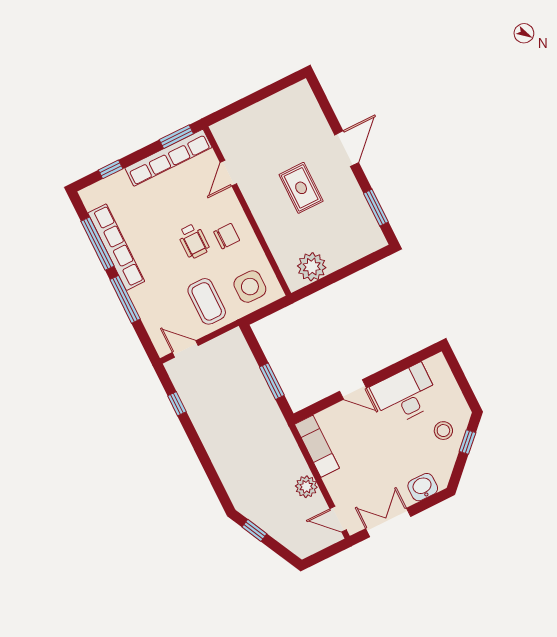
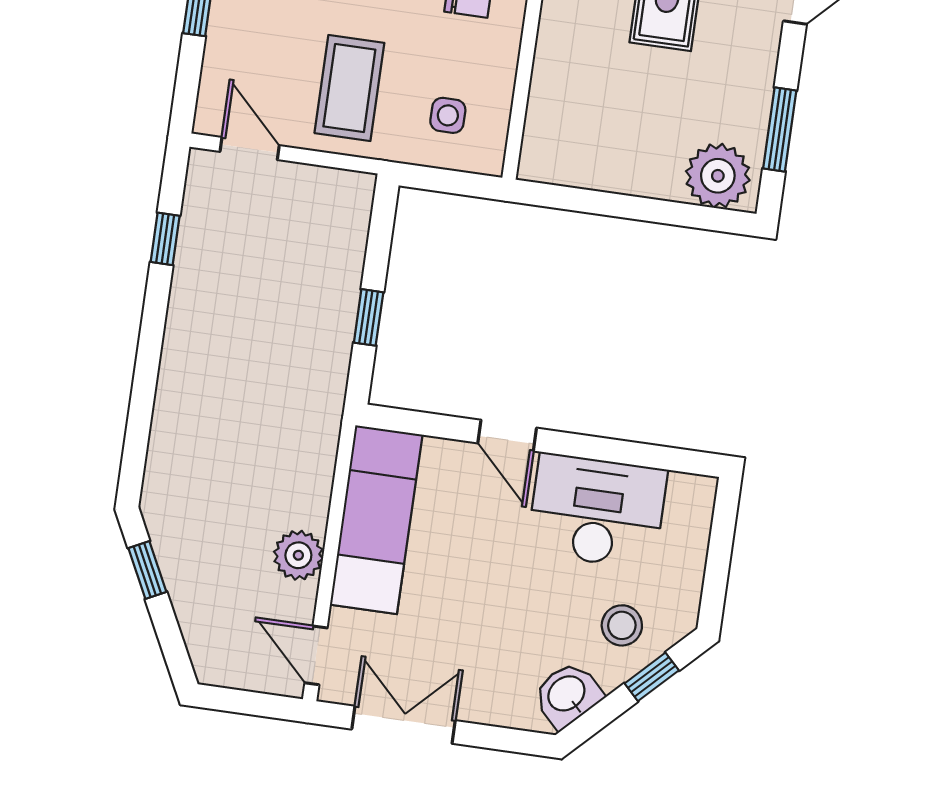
plant: (312, 267) -> (718, 176), moved
side table: (250, 287) -> (448, 115), width x0.54, depth x0.54
window: (272, 381) -> (369, 317), width x0.67
exam couch: (317, 446) -> (376, 520), width x1.36, depth x1.45
washbasin: (423, 487) -> (567, 695), moved, turned -45

